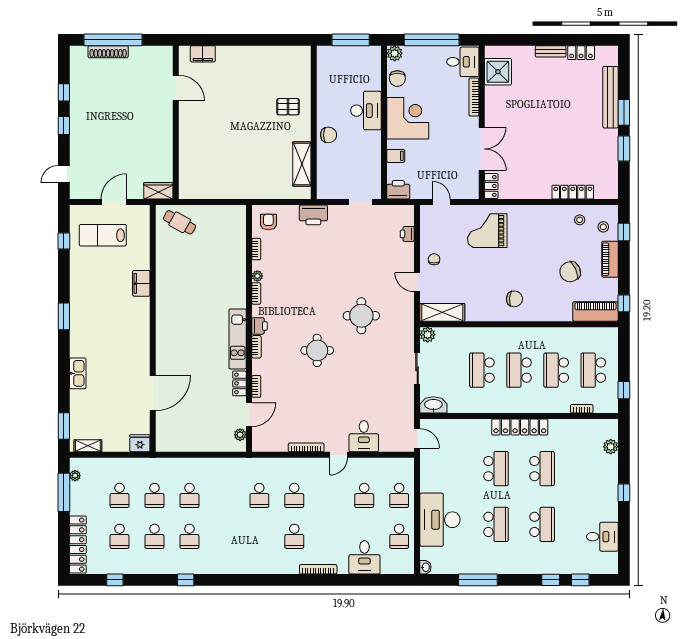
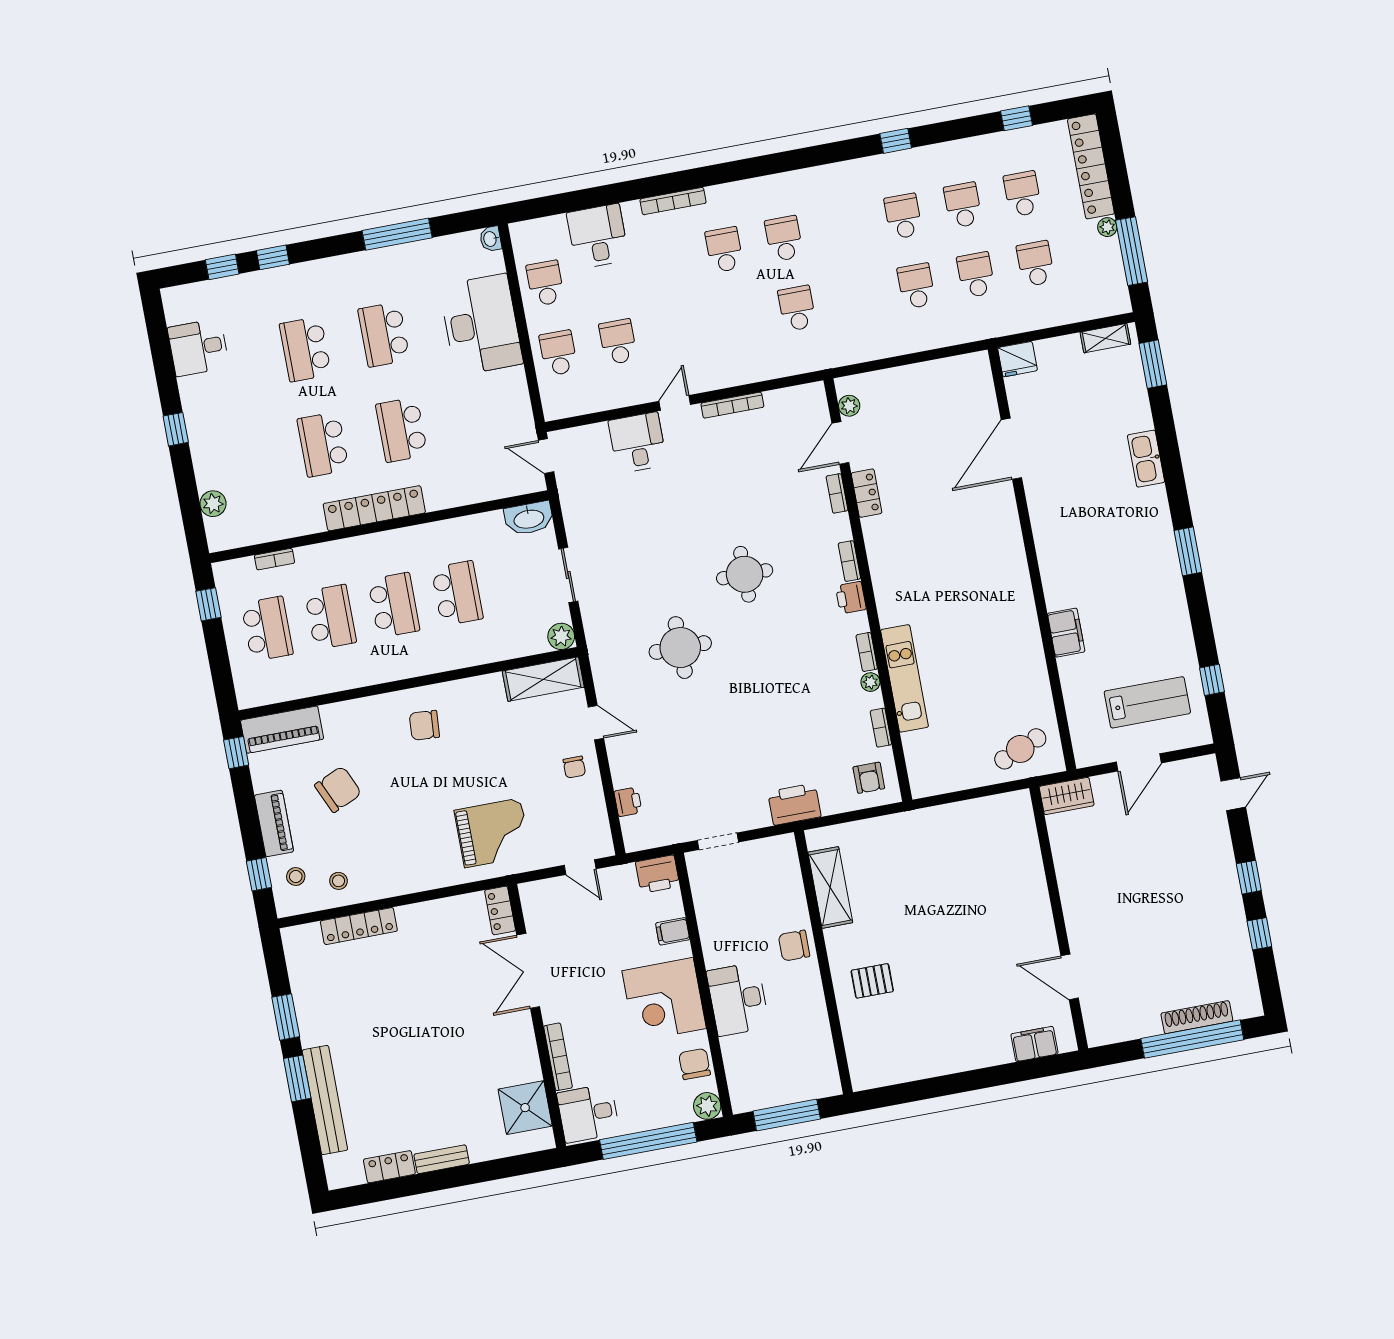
cafe table: (180, 222) -> (1020, 749), turned -52
kitchen unit: (238, 339) -> (904, 678), moved
plant: (75, 476) -> (1107, 227), moved
school desk: (294, 495) -> (784, 239), moved

